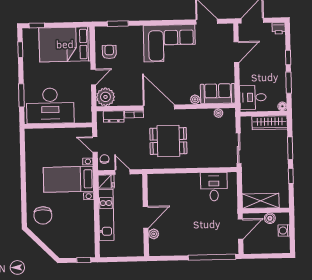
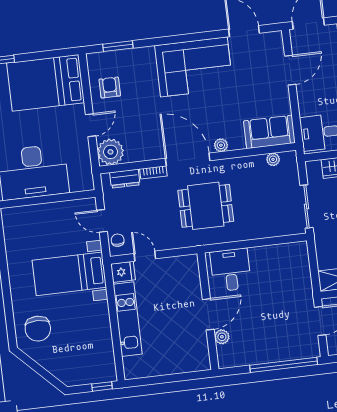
plant: (195, 99) -> (221, 145), moved
desk: (214, 187) -> (231, 270), moved
wall: (146, 215) -> (208, 311), moved
door: (146, 217) -> (208, 314), moved
plant: (154, 234) -> (222, 337), moved

